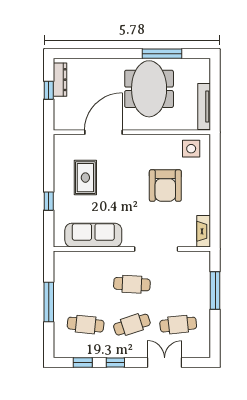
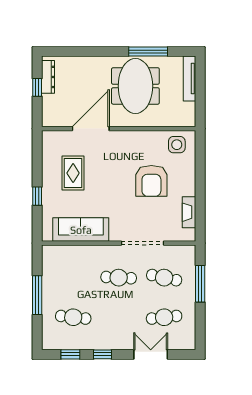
tv unit: (204, 107) -> (190, 79), moved
fireplace: (204, 231) -> (189, 212), moved
cafe table: (132, 325) -> (164, 278), moved, turned 30

